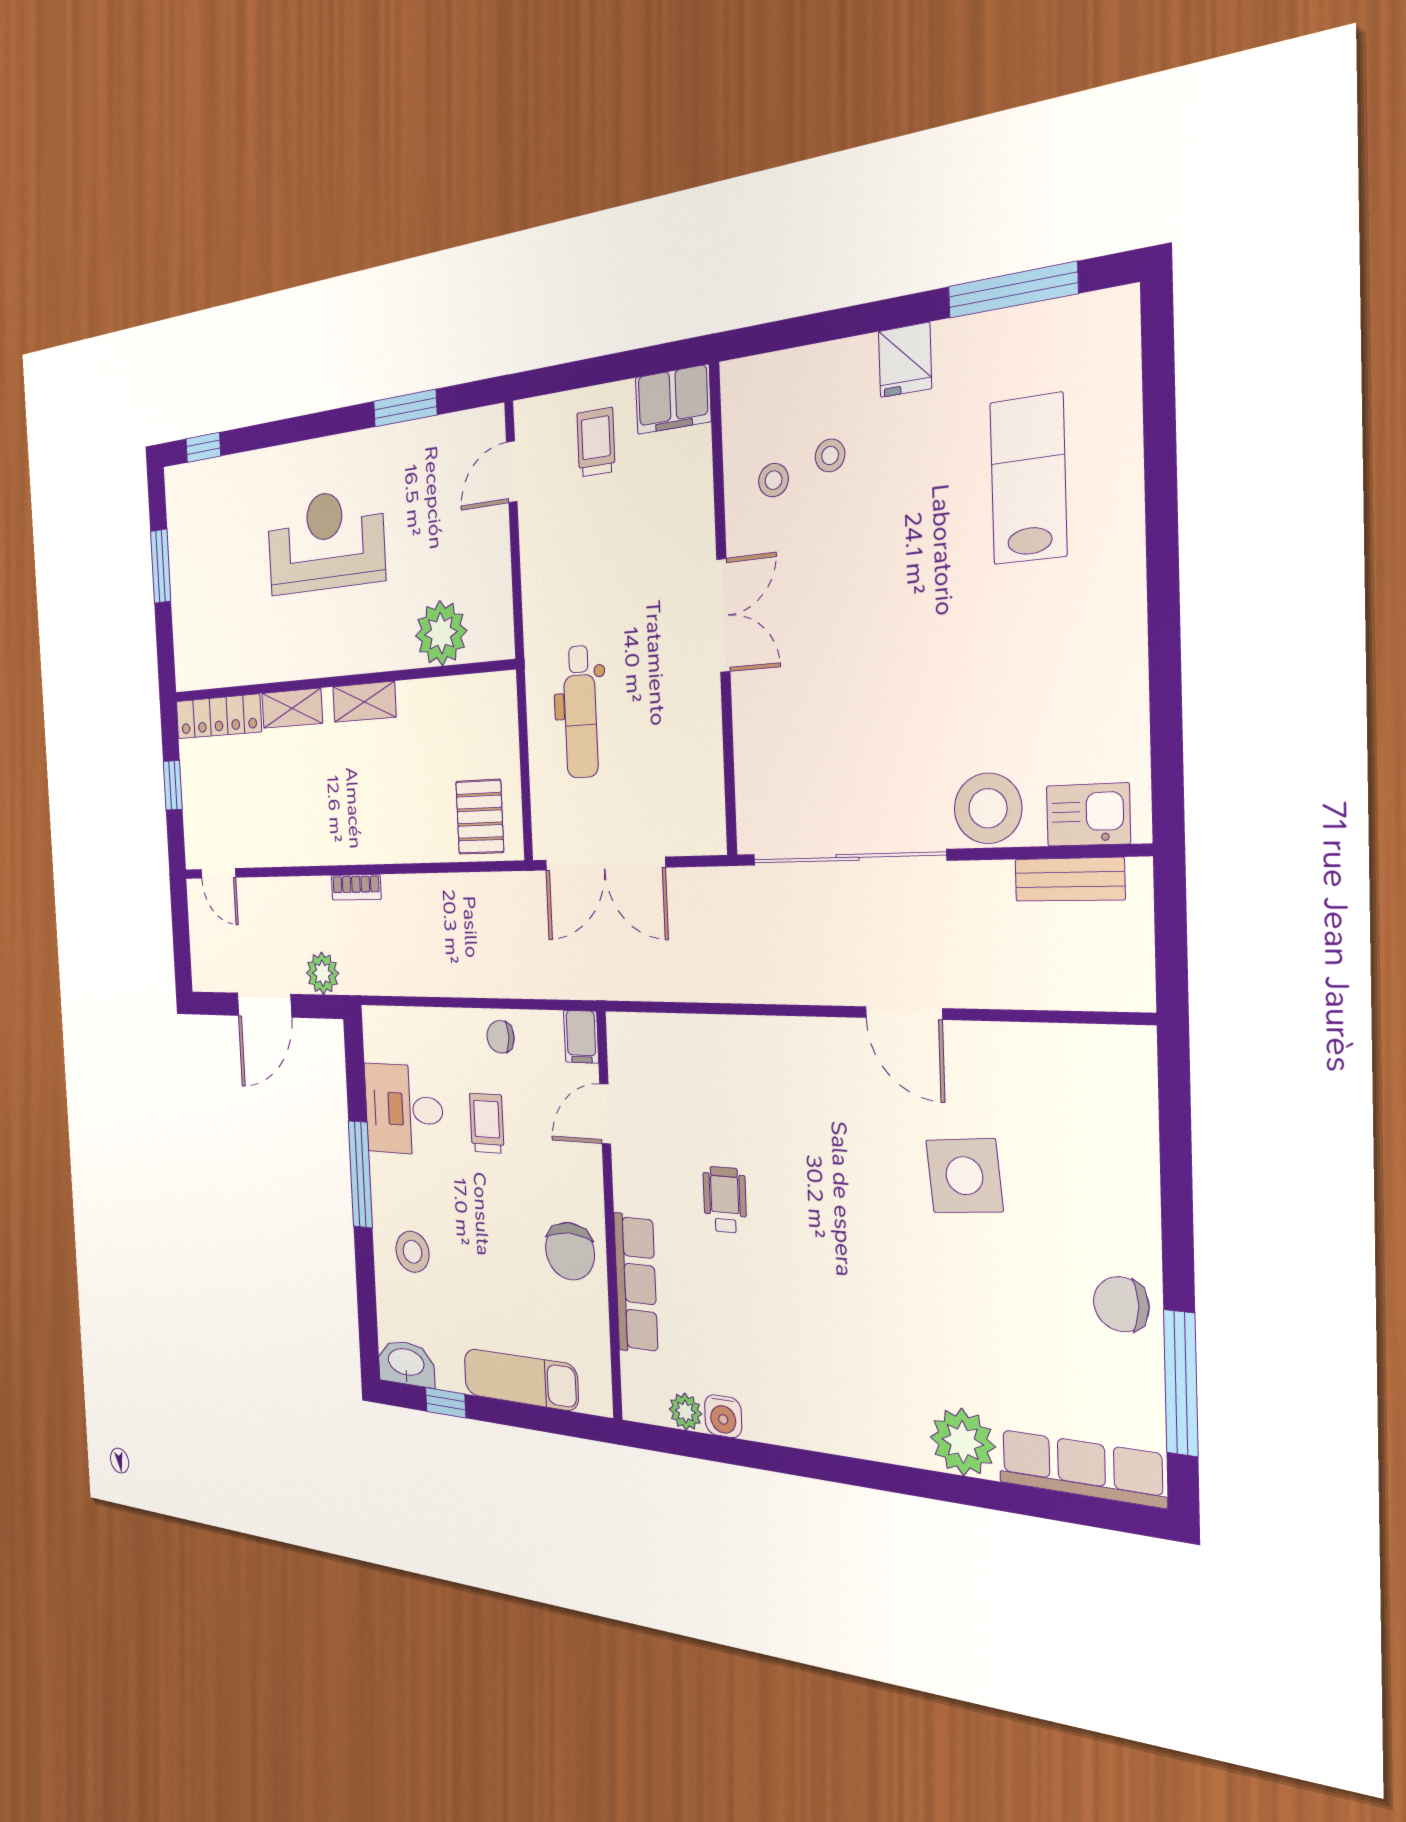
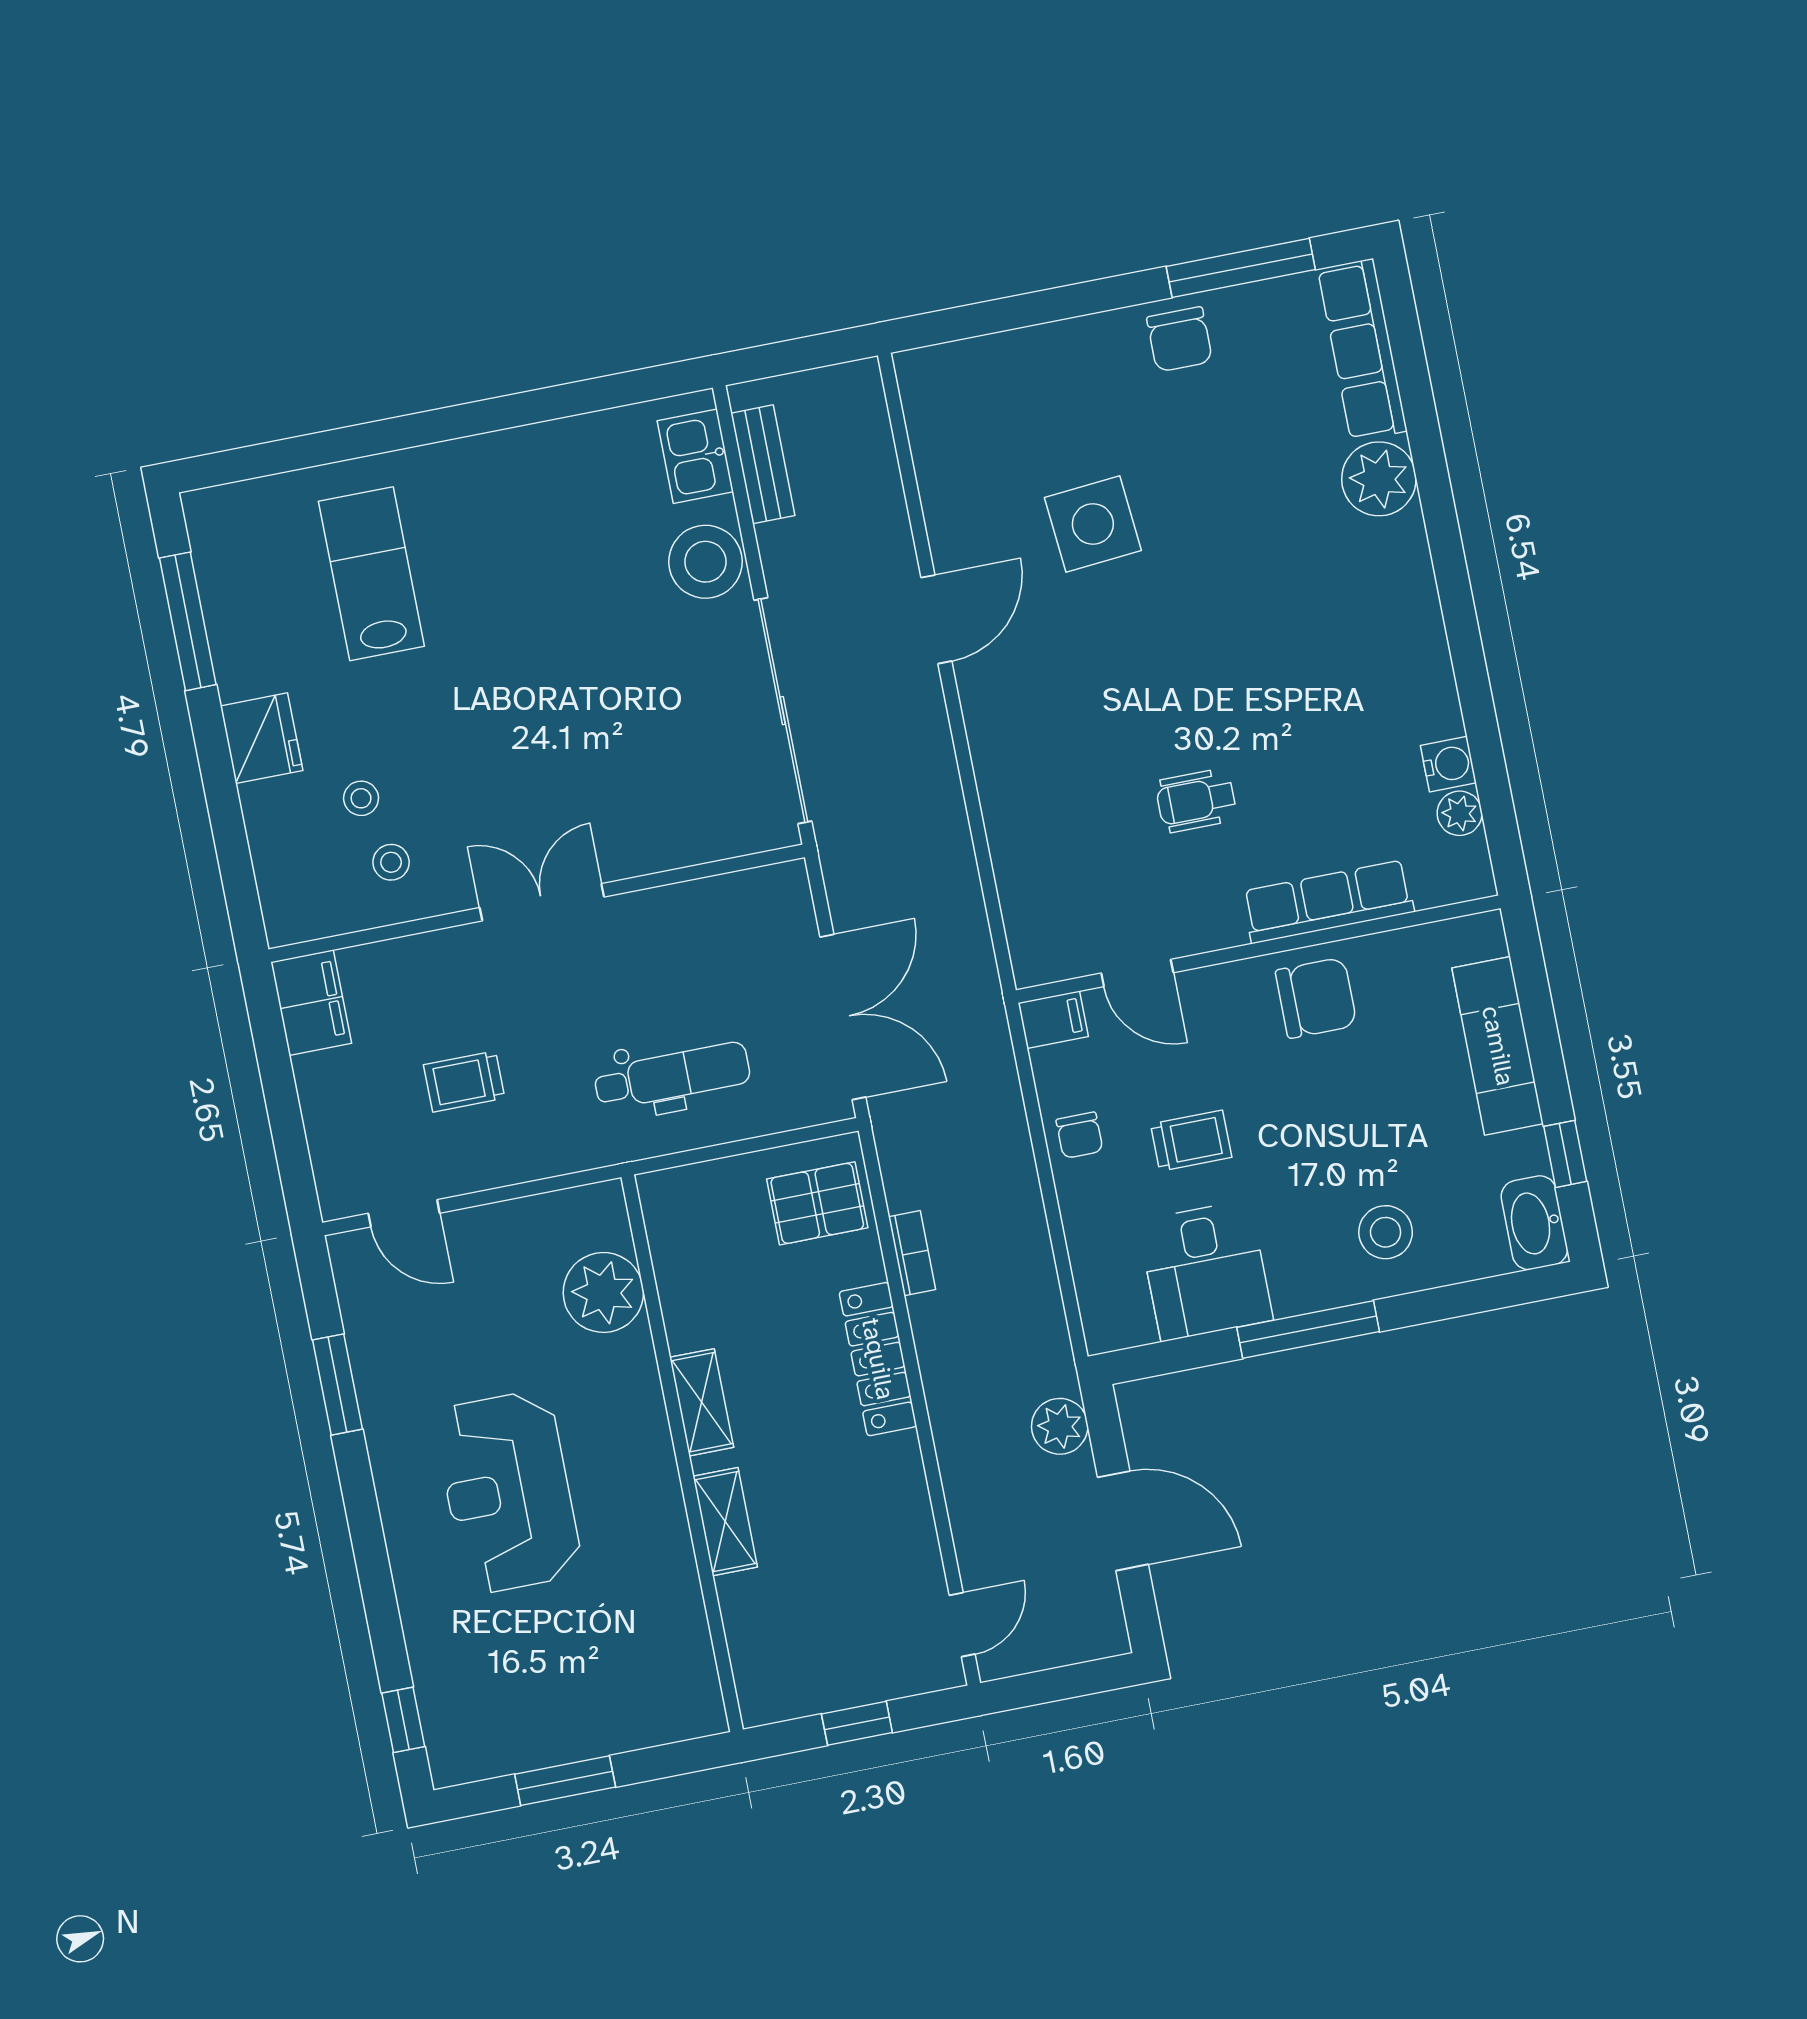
fridge: (905, 360) -> (262, 738), width x1.38
trolley: (596, 442) -> (464, 1081), moved
lab bench: (1028, 479) -> (371, 574), turned 90
locker: (218, 716) -> (878, 1359), moved, turned 180
bookcase: (356, 887) -> (912, 1253), moved
trolley: (487, 1123) -> (1191, 1141), turned 180

